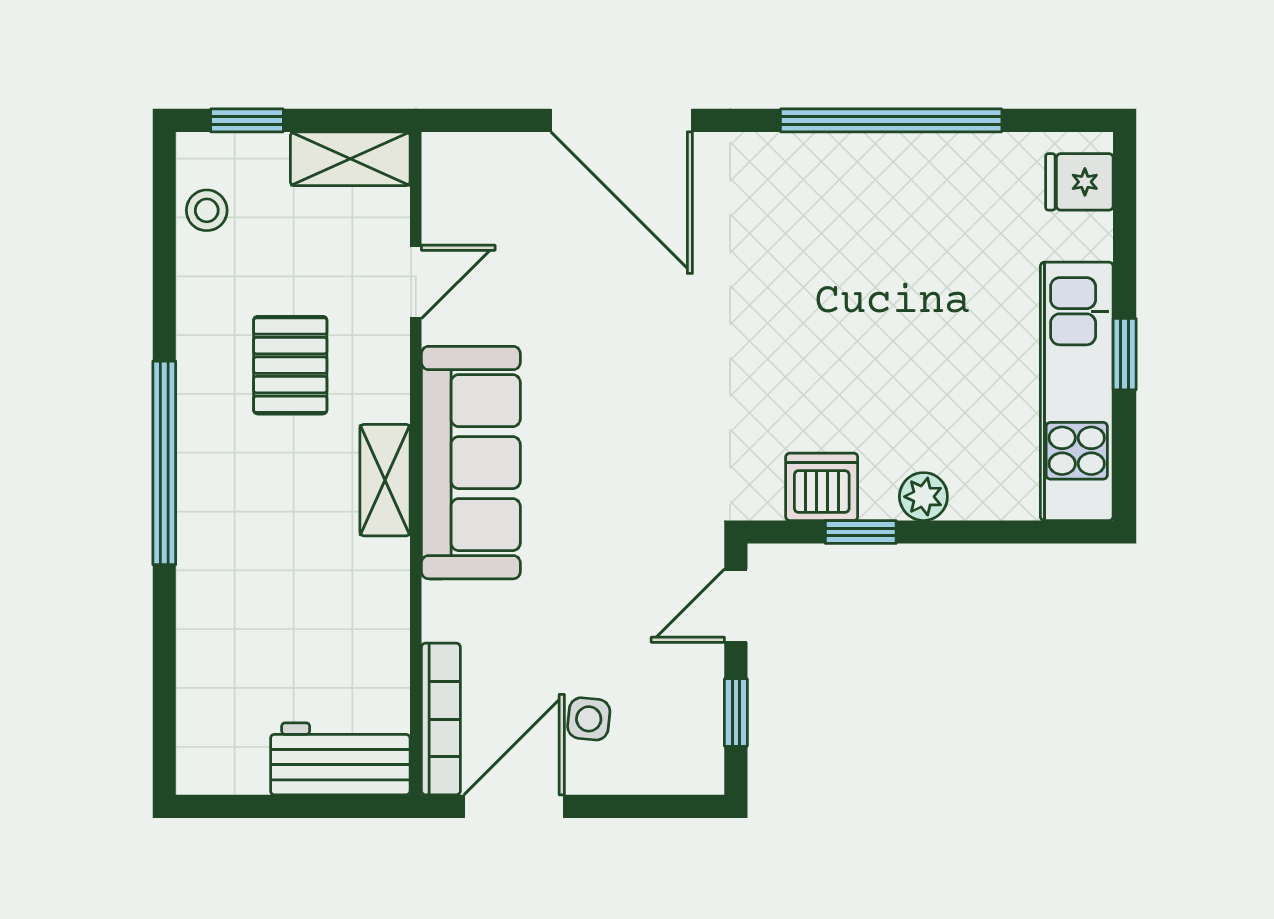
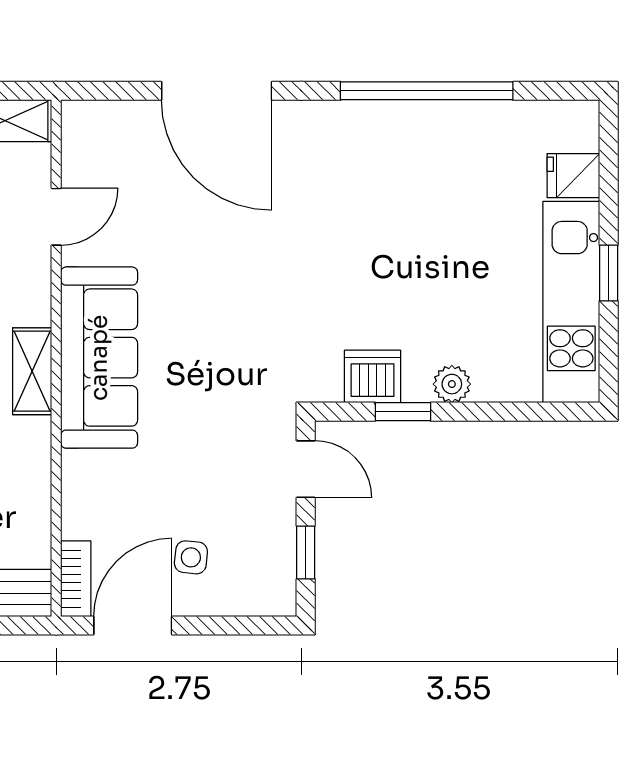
fridge: (1079, 182) -> (573, 176), moved
door: (736, 606) -> (306, 469), swing flipped
bookcase: (441, 719) -> (76, 579), width x0.64

